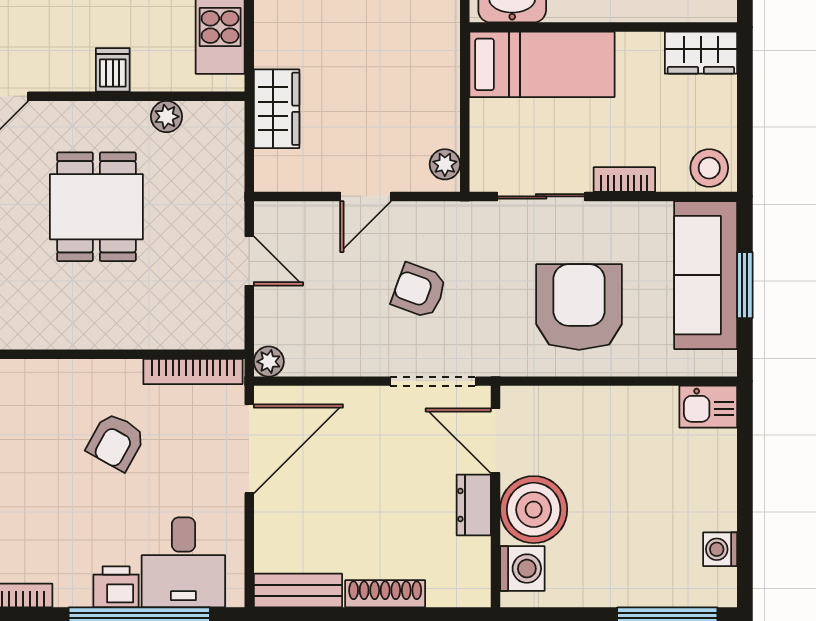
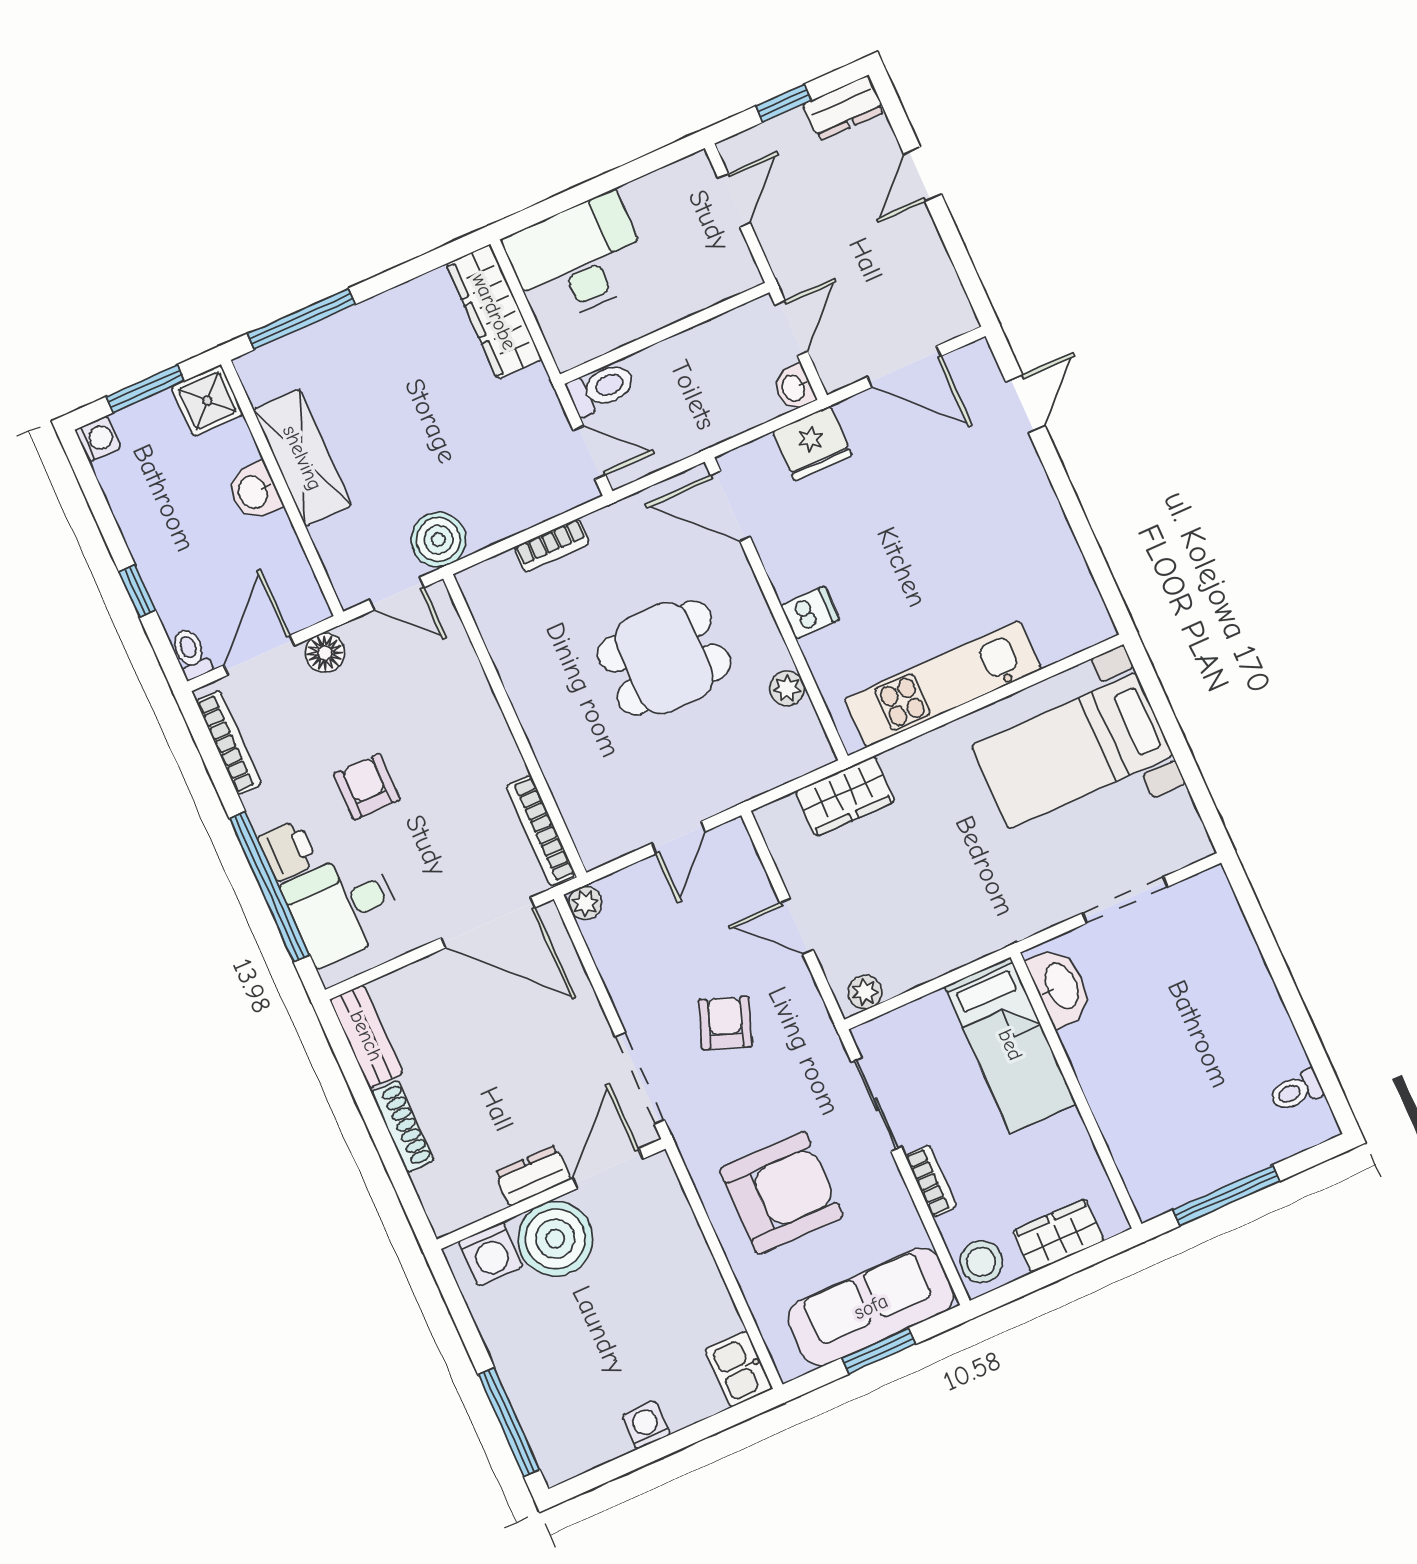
wardrobe: (701, 53) -> (1058, 1236), moved, turned 90
armchair: (116, 442) -> (367, 787), moved, turned 61
washing machine: (720, 549) -> (646, 1425), moved

